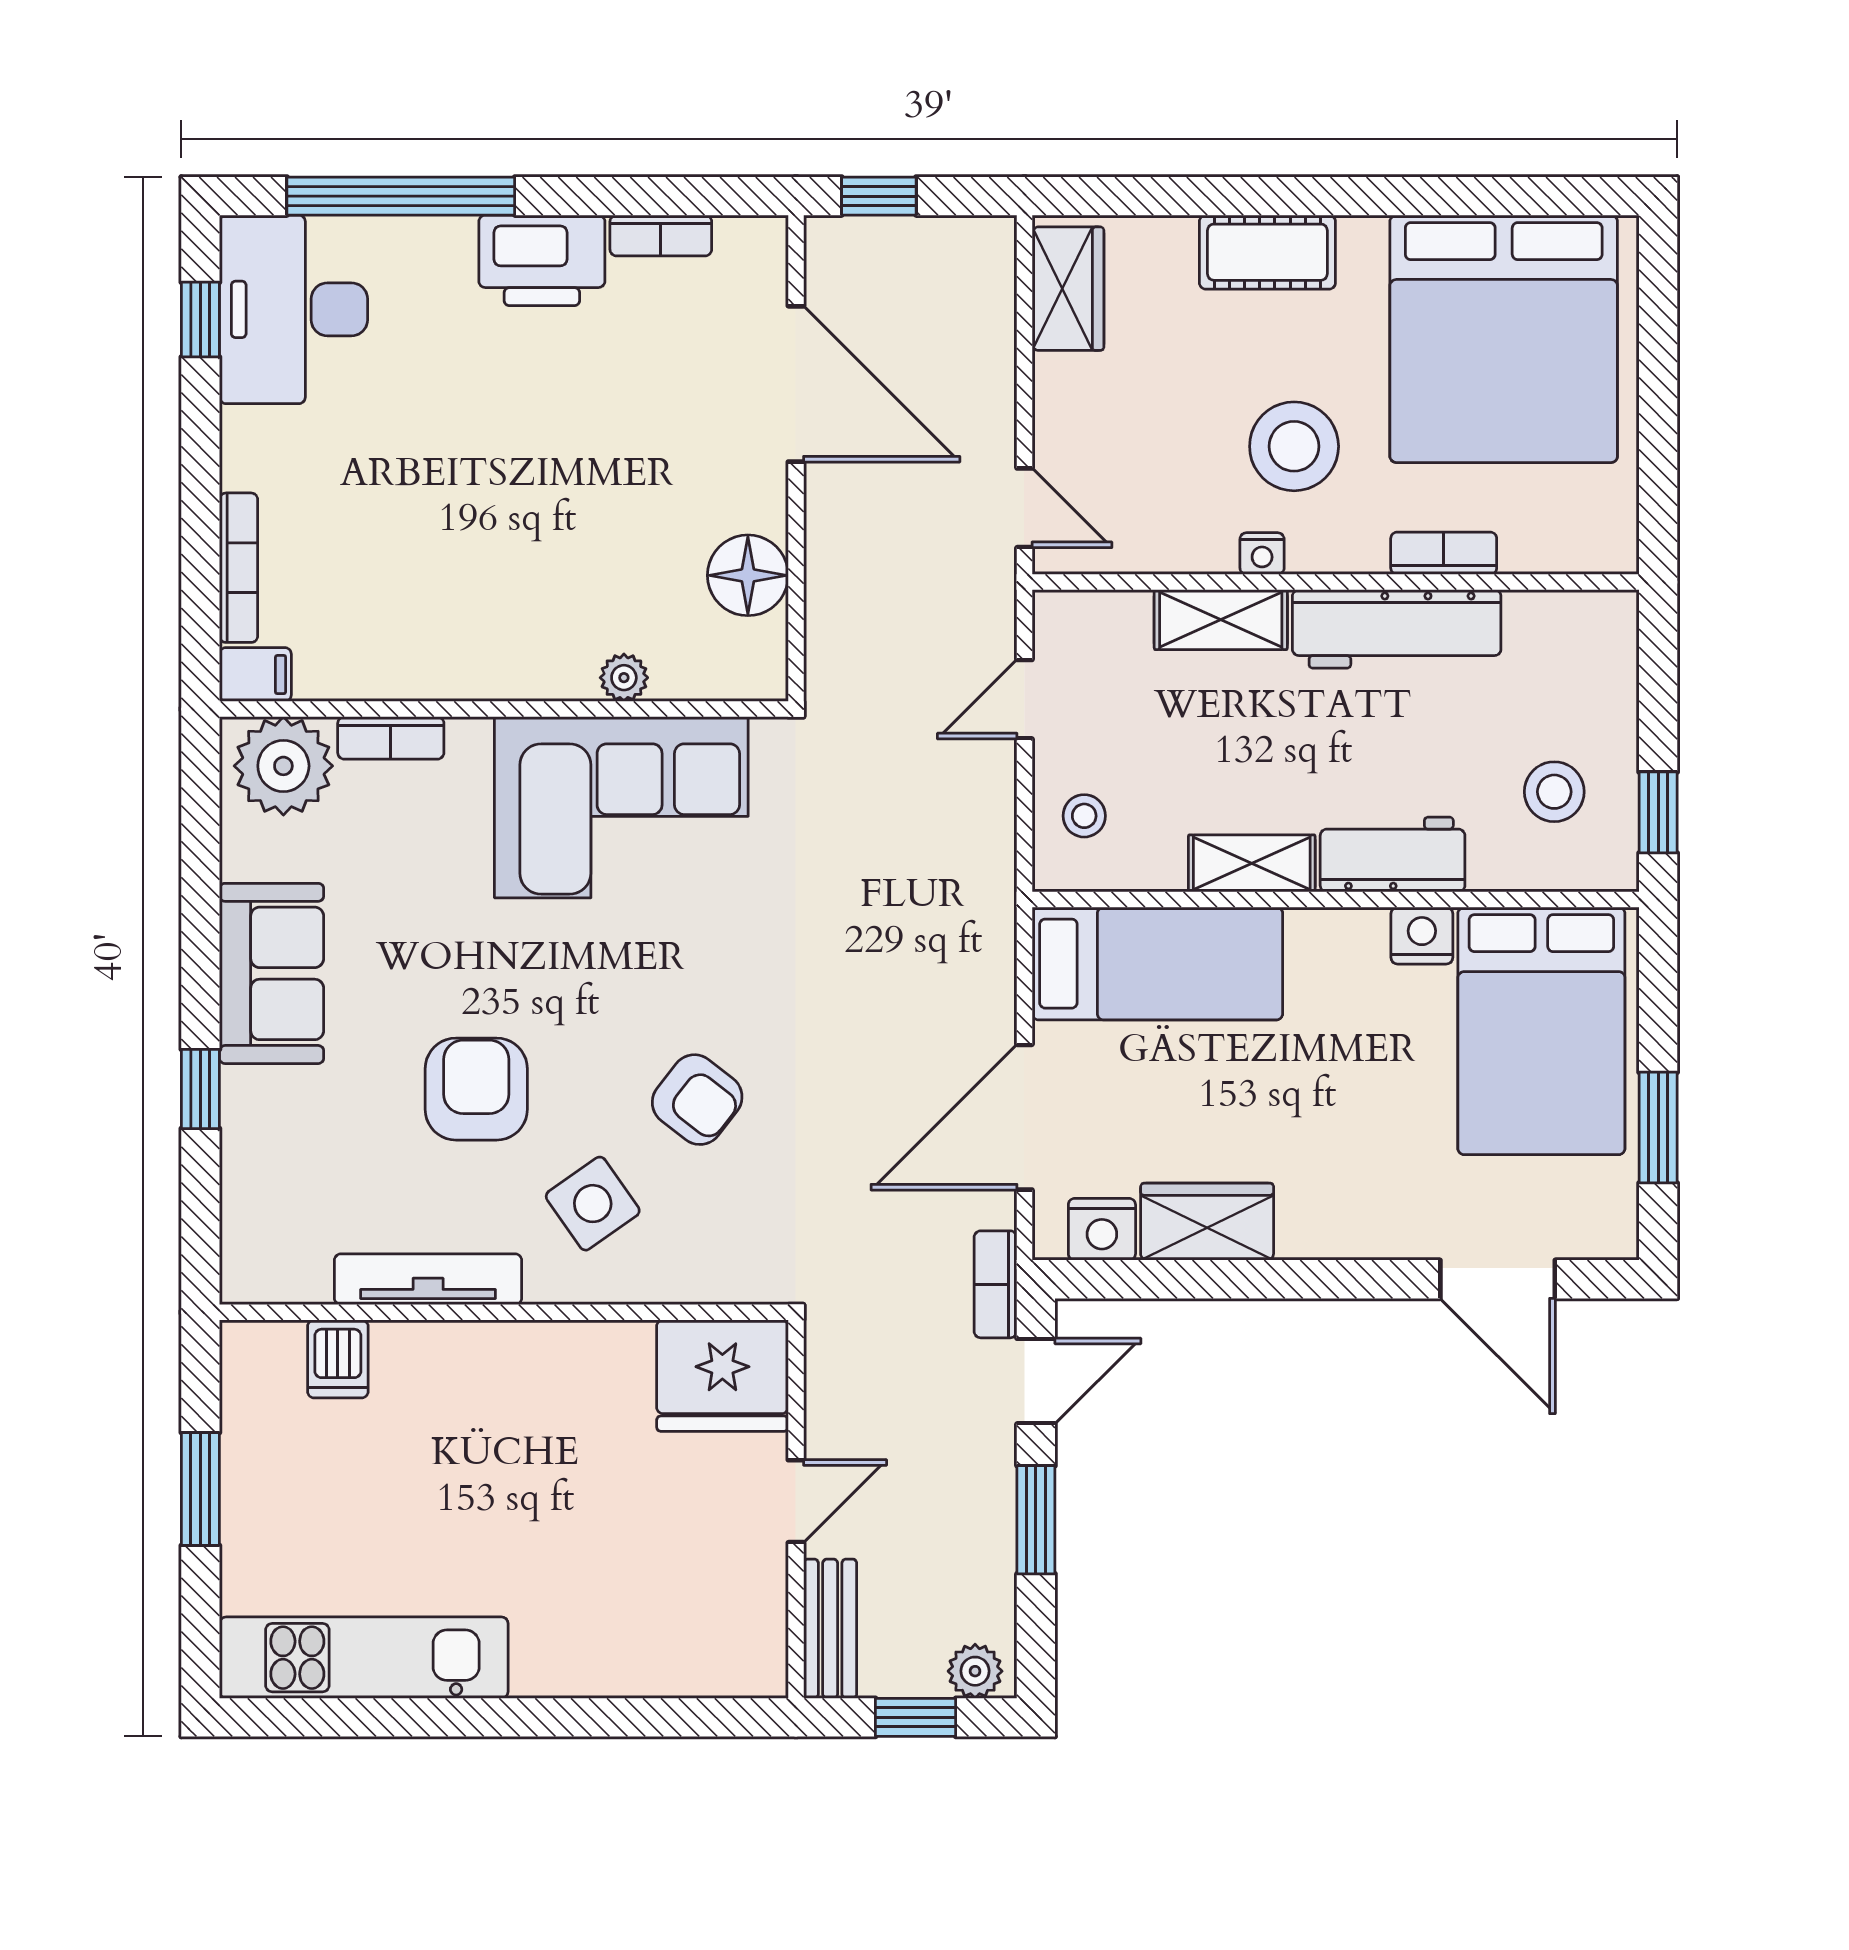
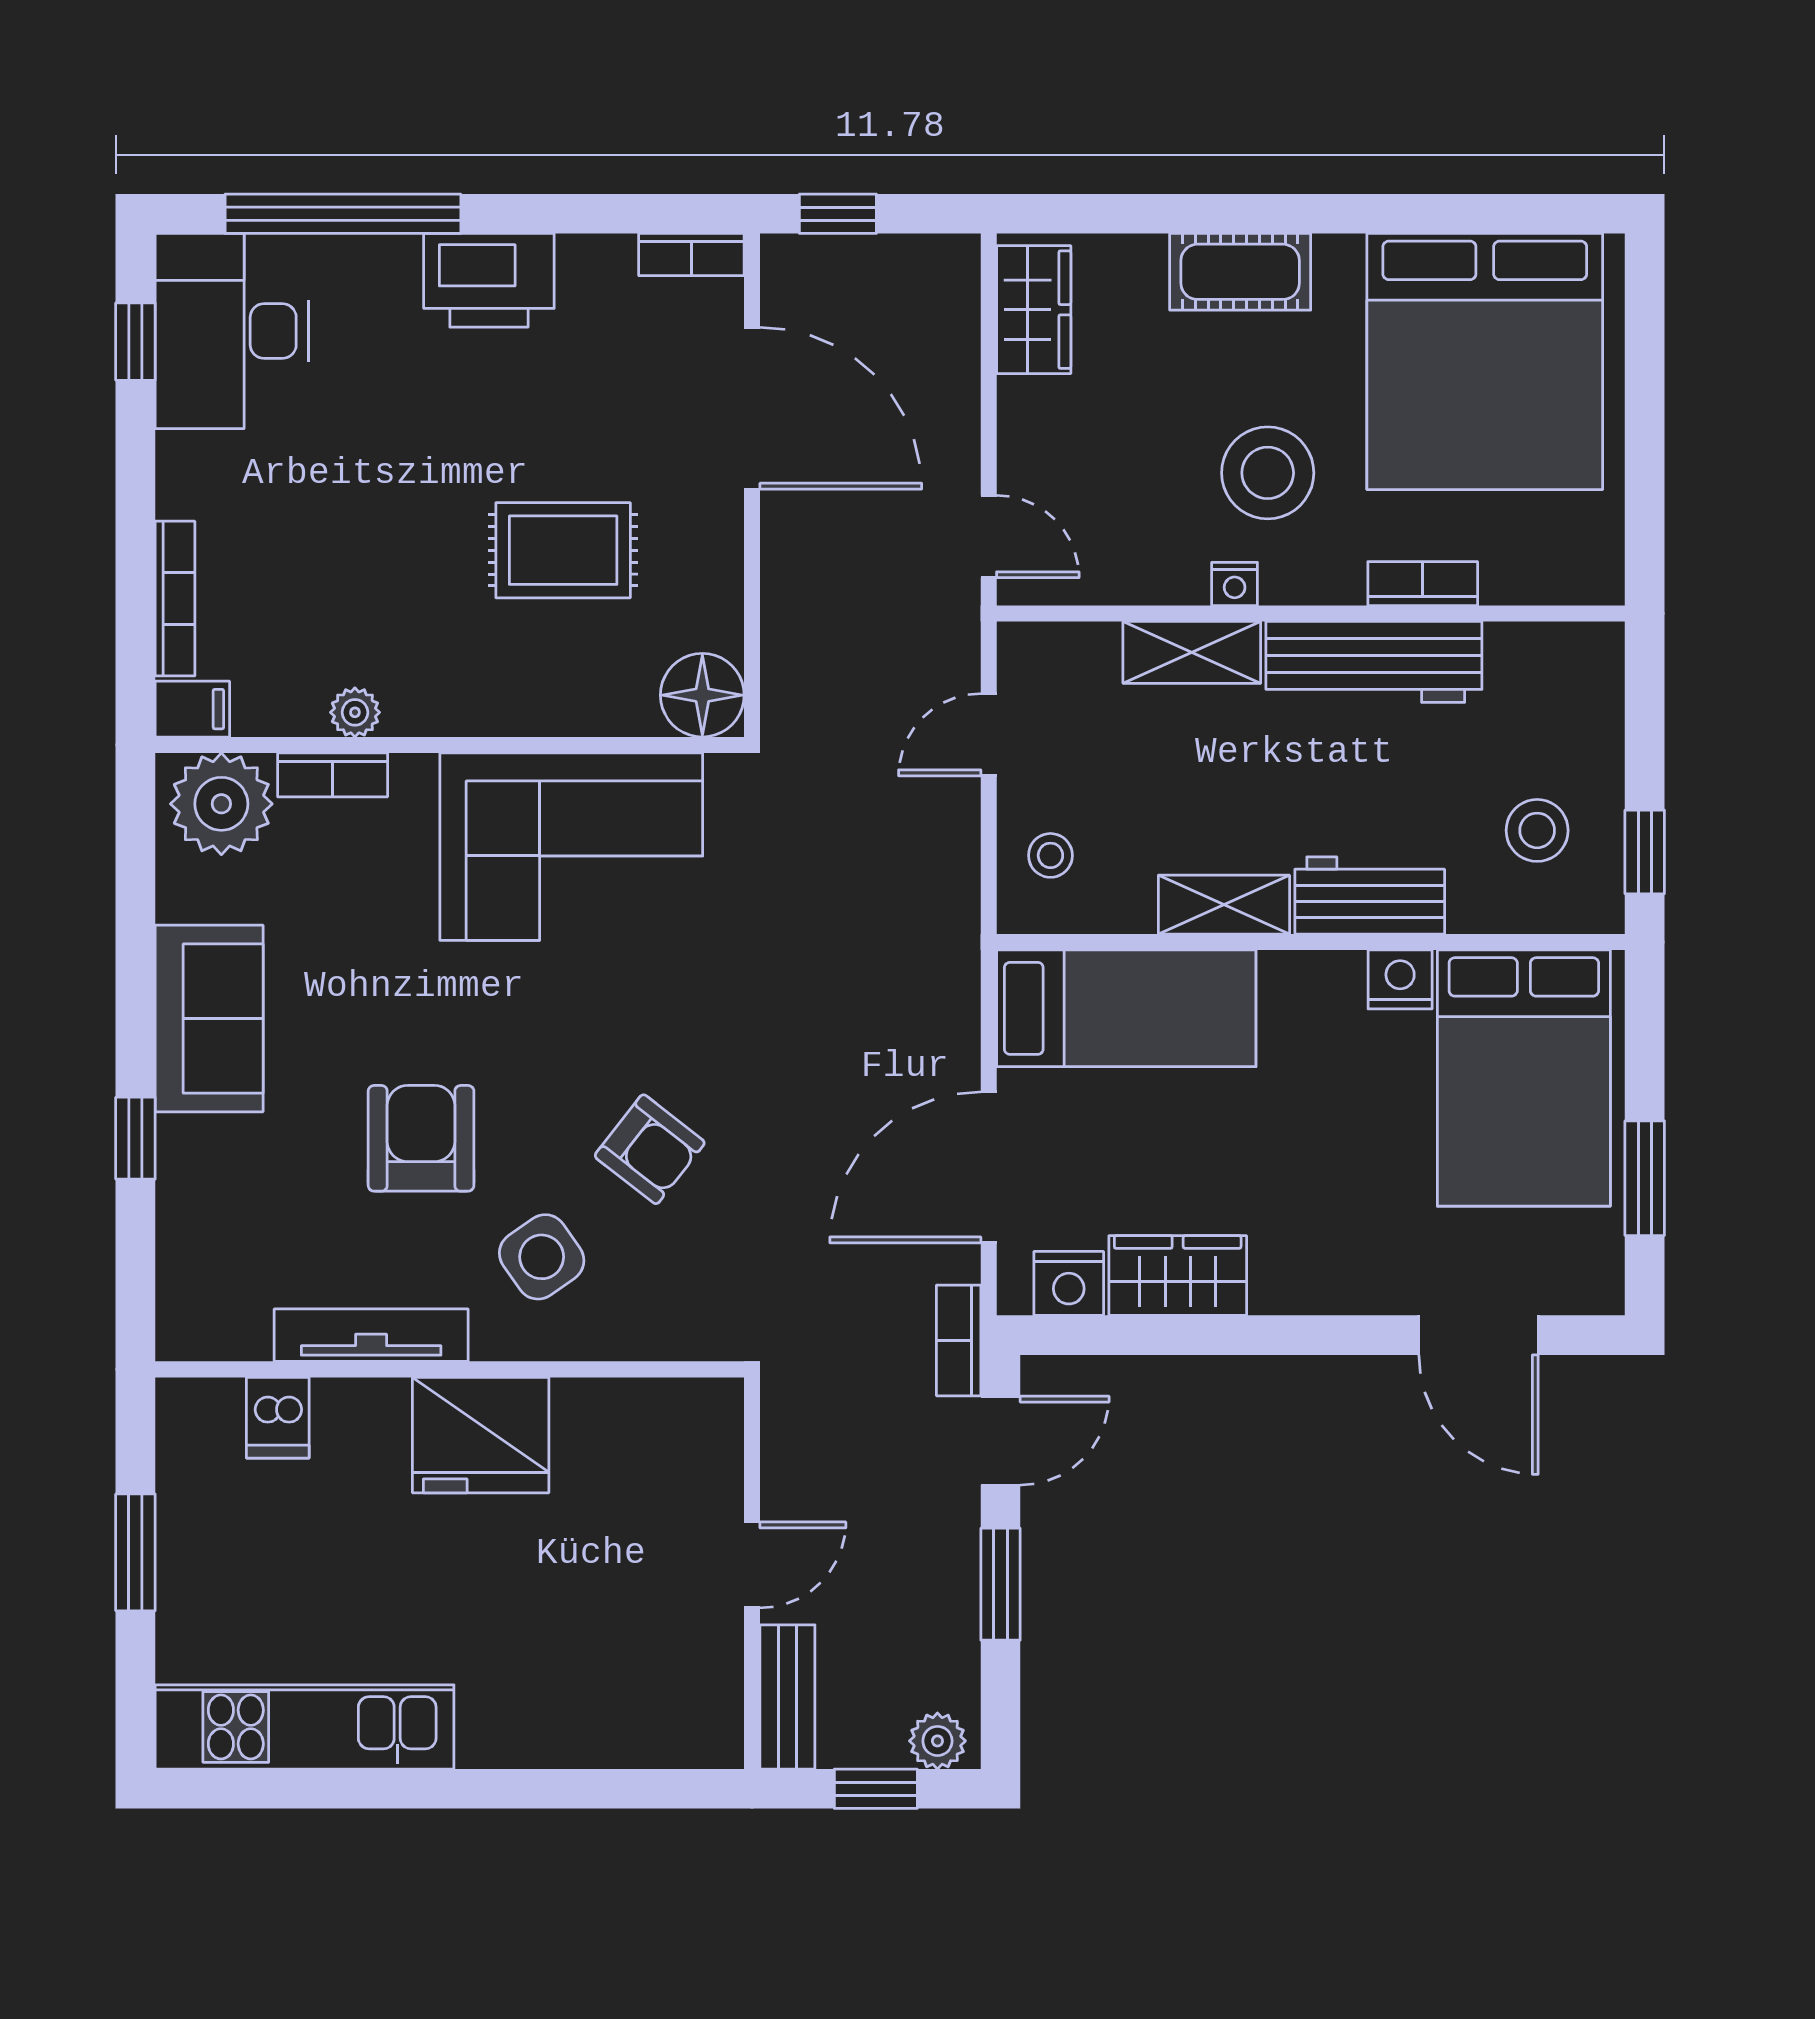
bookcase: (661, 235) -> (691, 255), moved
rug: (613, 521) -> (563, 550), added
floor lamp: (748, 575) -> (702, 695), moved
plant: (624, 678) -> (355, 712), moved
fridge: (722, 1376) -> (481, 1435), moved

